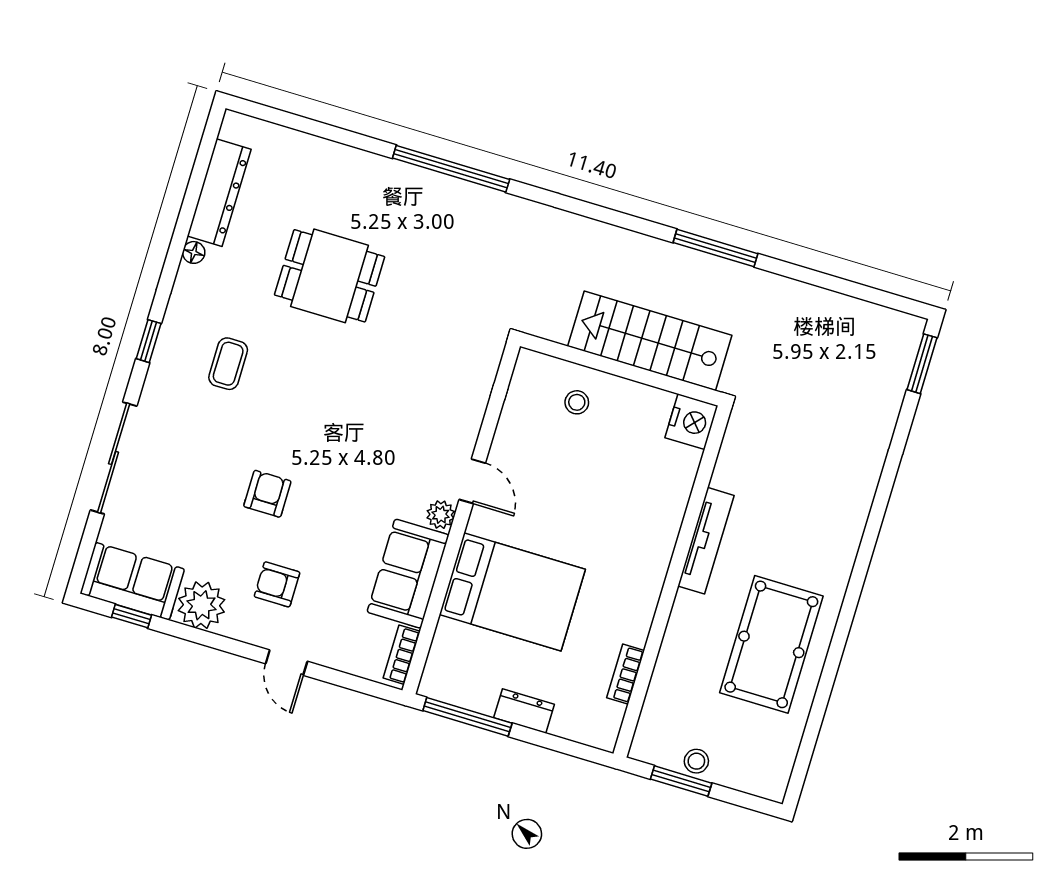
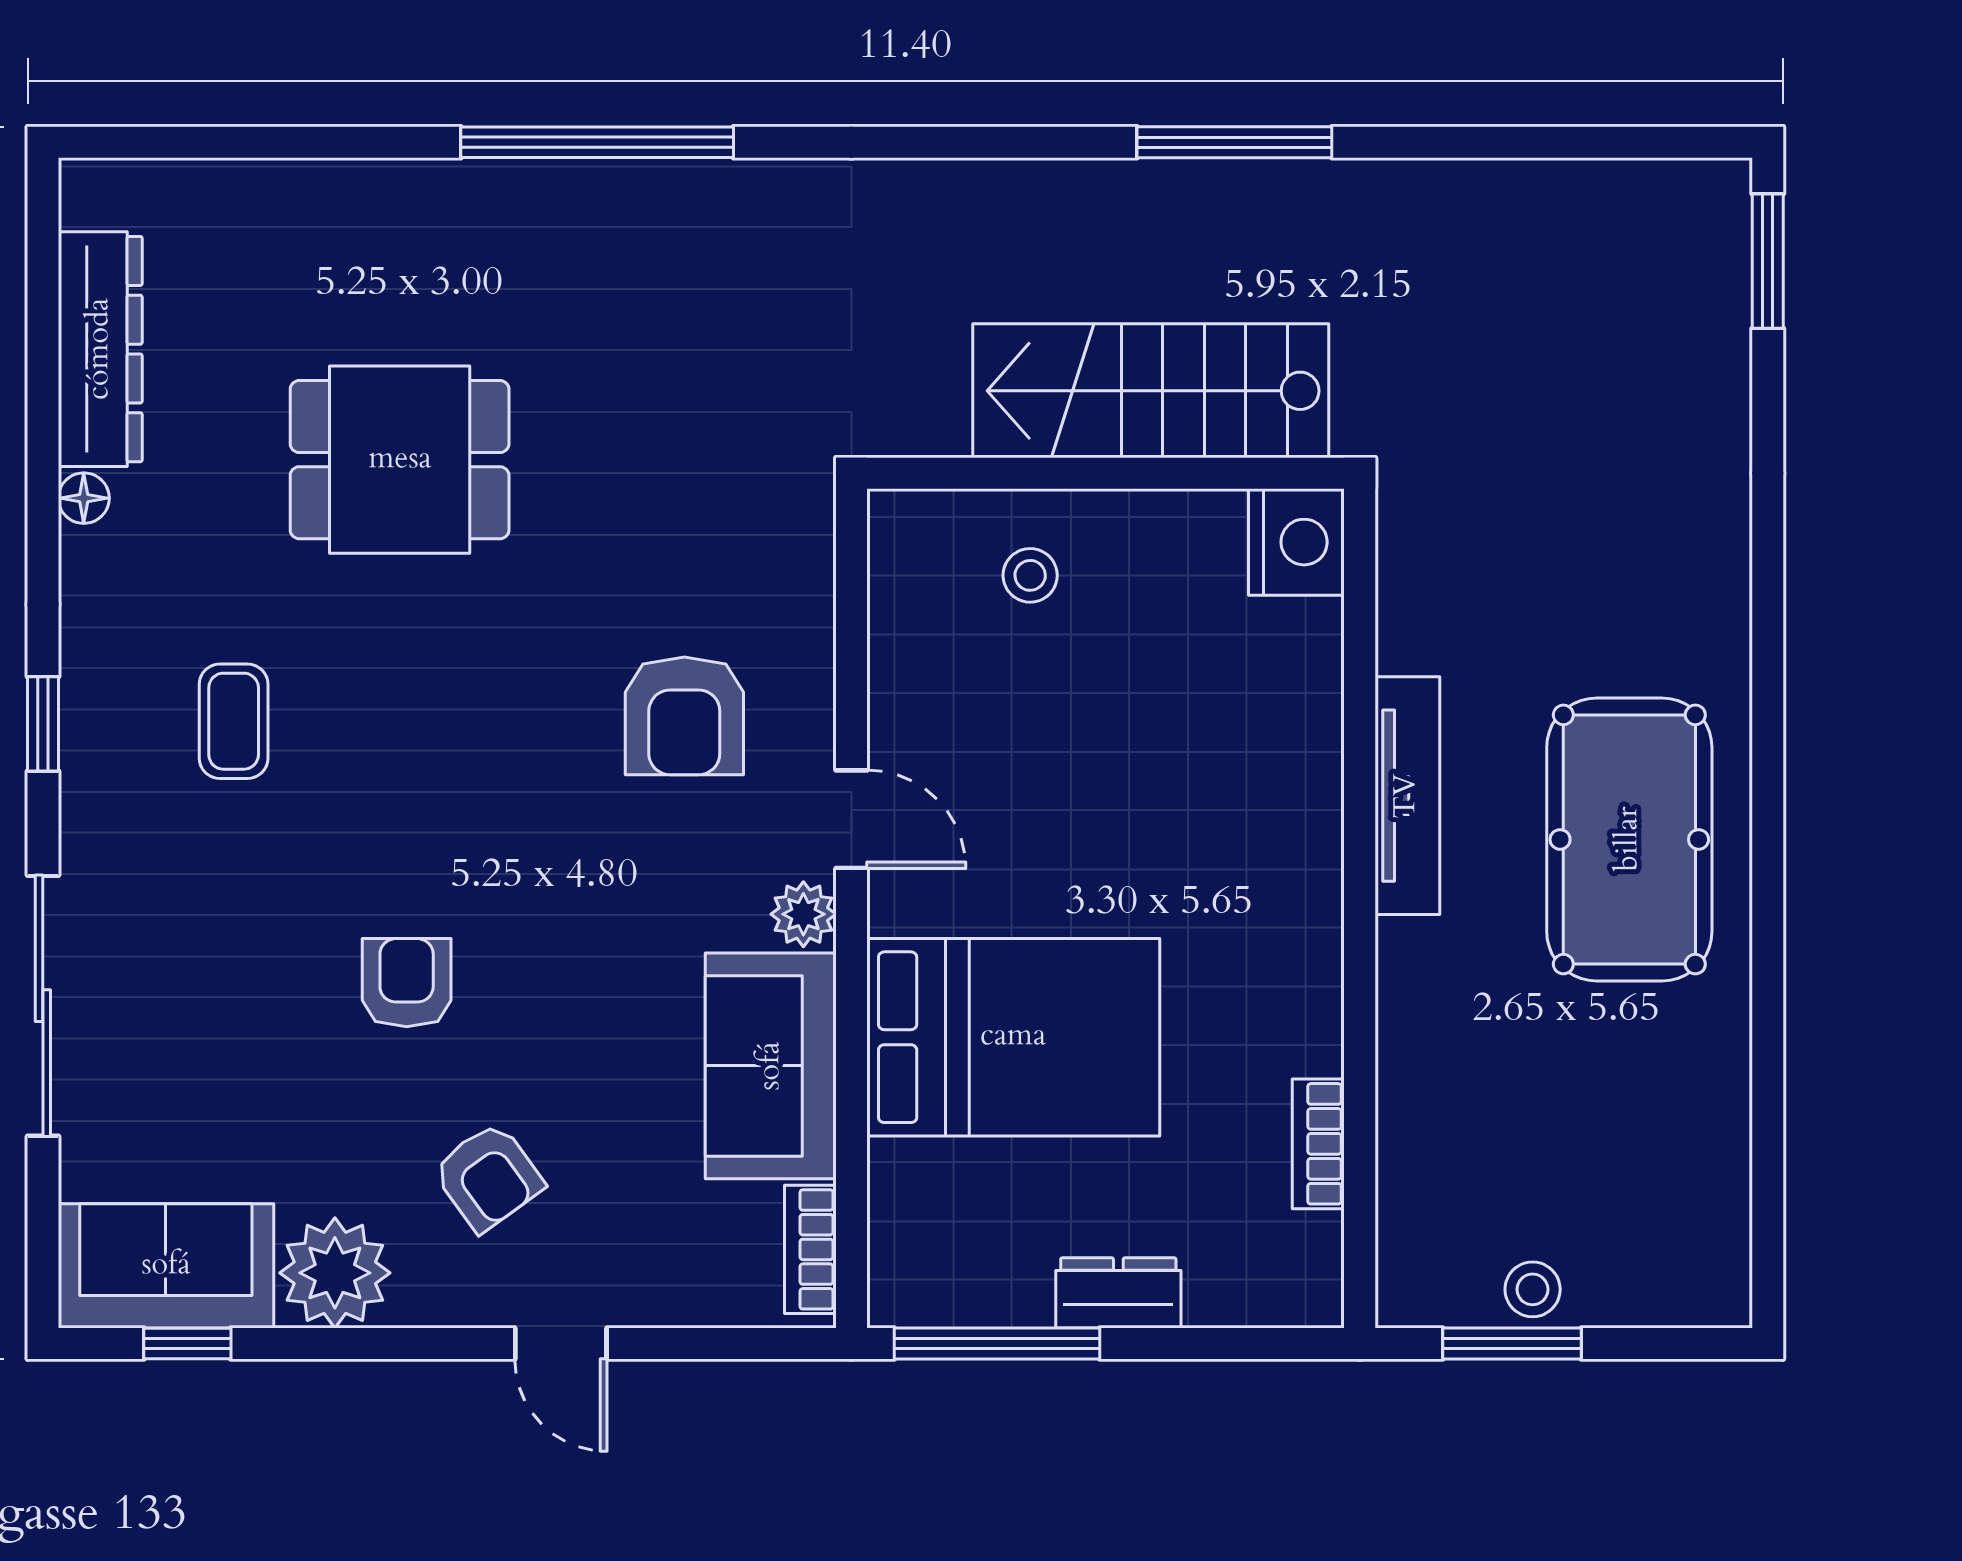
armchair: (416, 418) -> (684, 716), added
armchair: (277, 584) -> (488, 1177), turned -126
pool table: (771, 644) -> (1629, 839), moved

